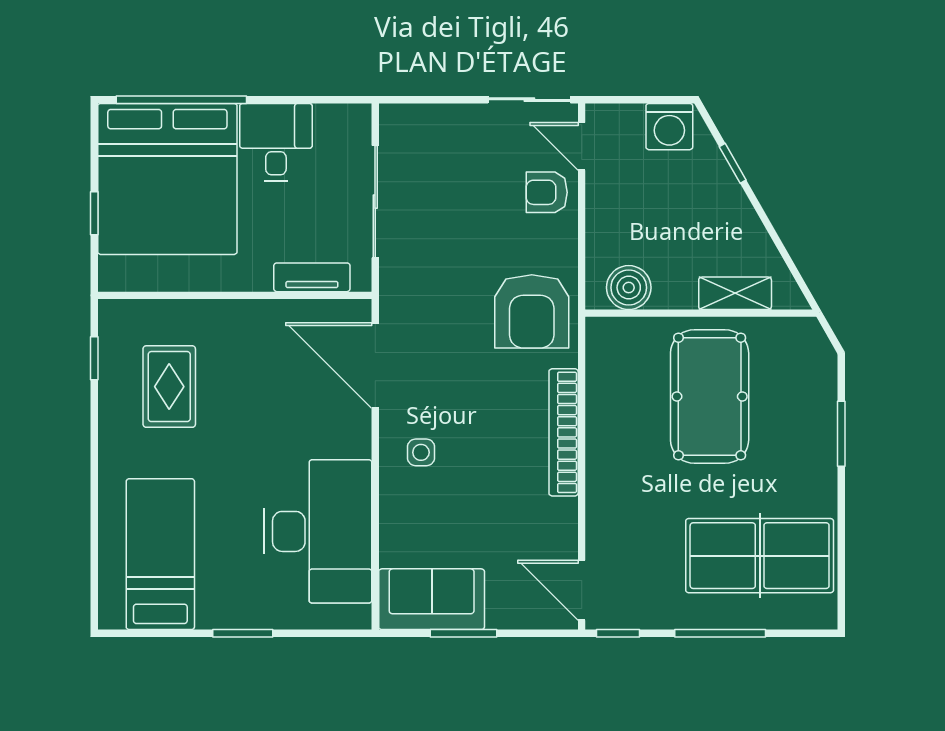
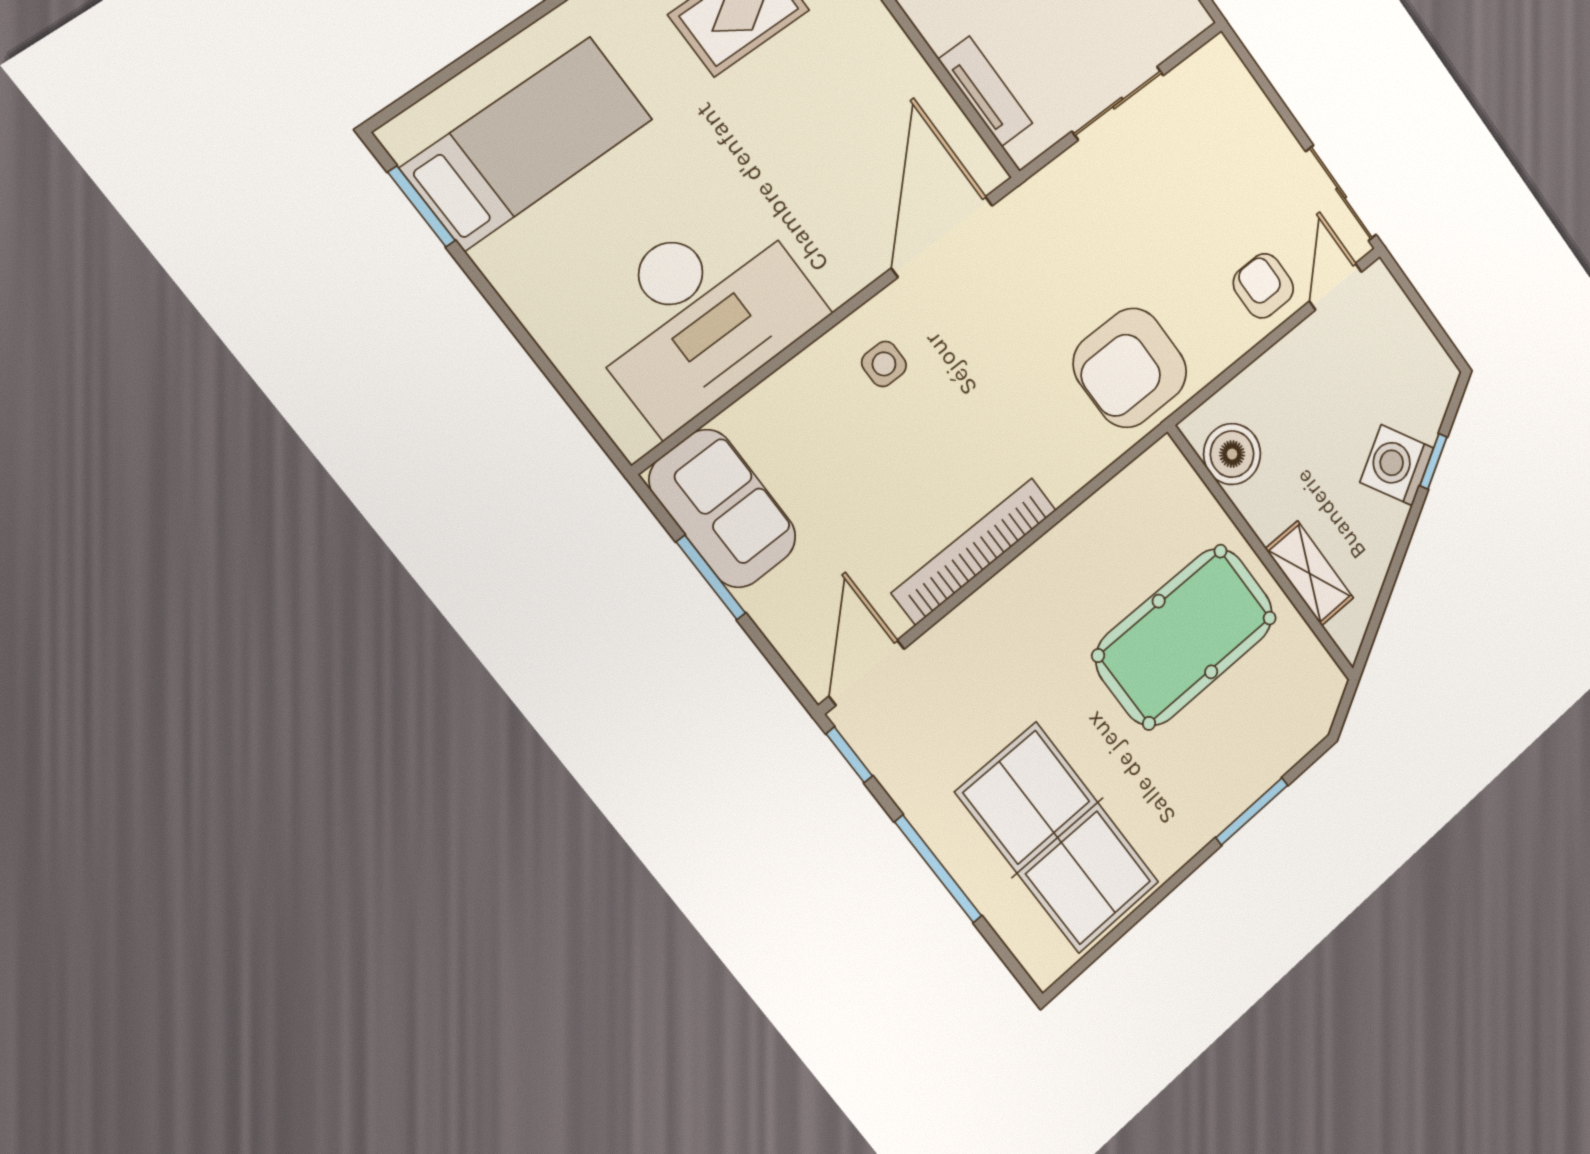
washing machine: (669, 127) -> (1397, 465), moved, turned 60
sliding door: (375, 202) -> (1118, 103), width x0.73
bookcase: (564, 432) -> (974, 551), moved
window: (243, 633) -> (422, 206), moved

